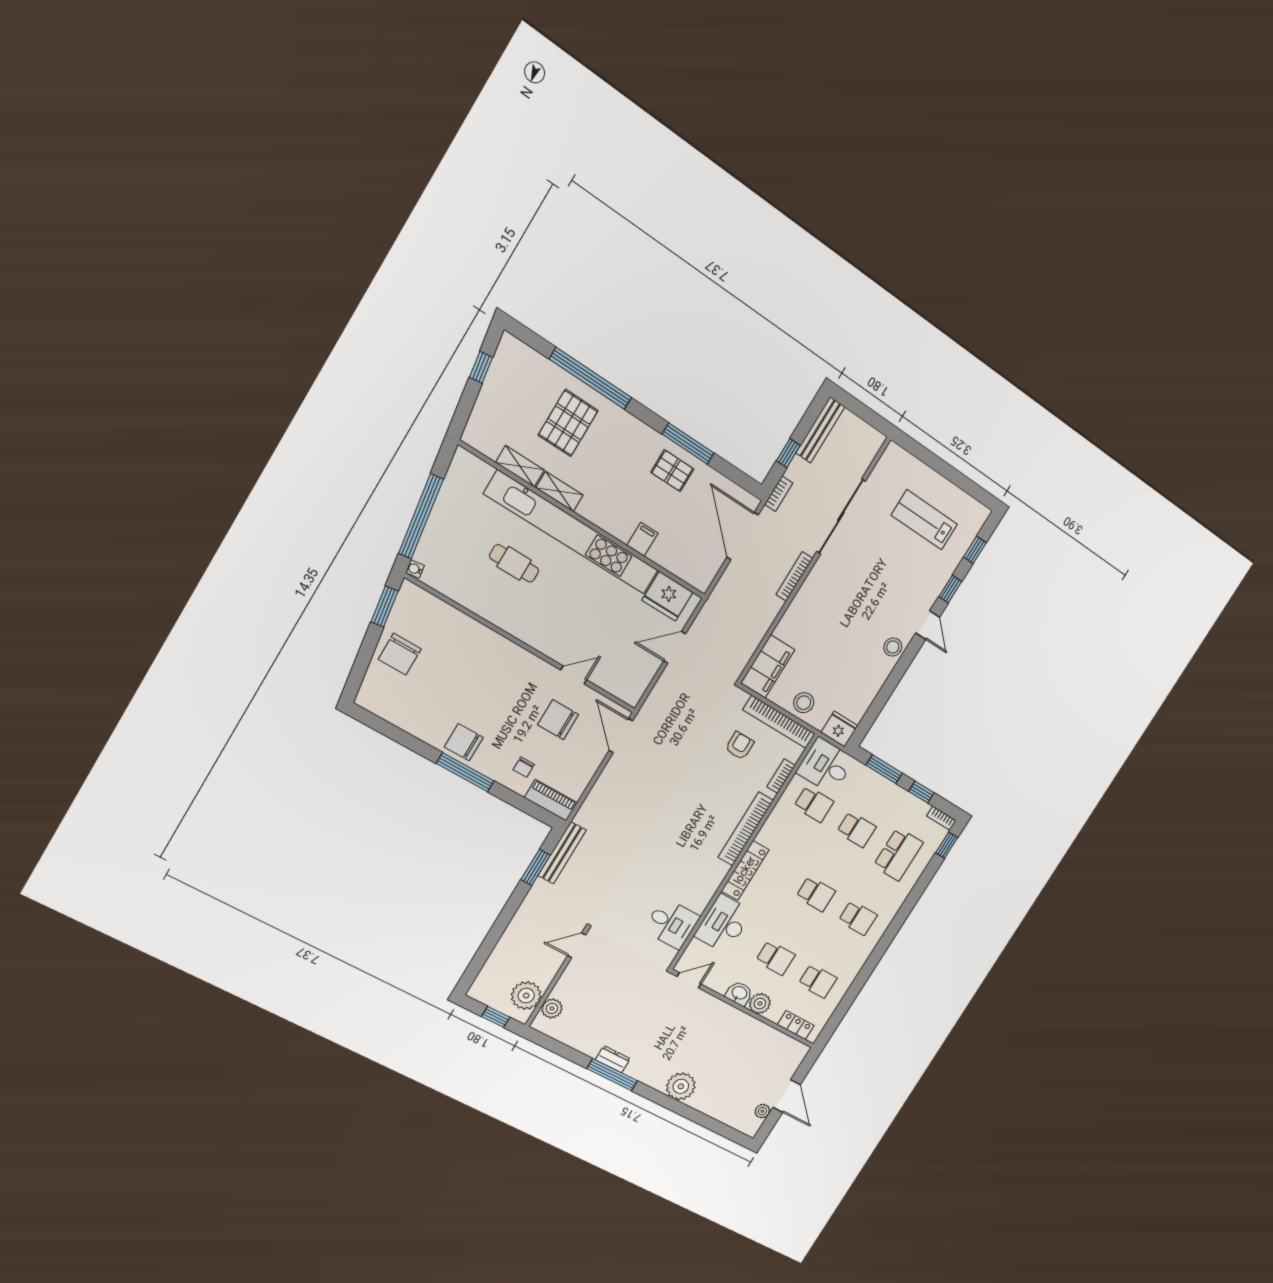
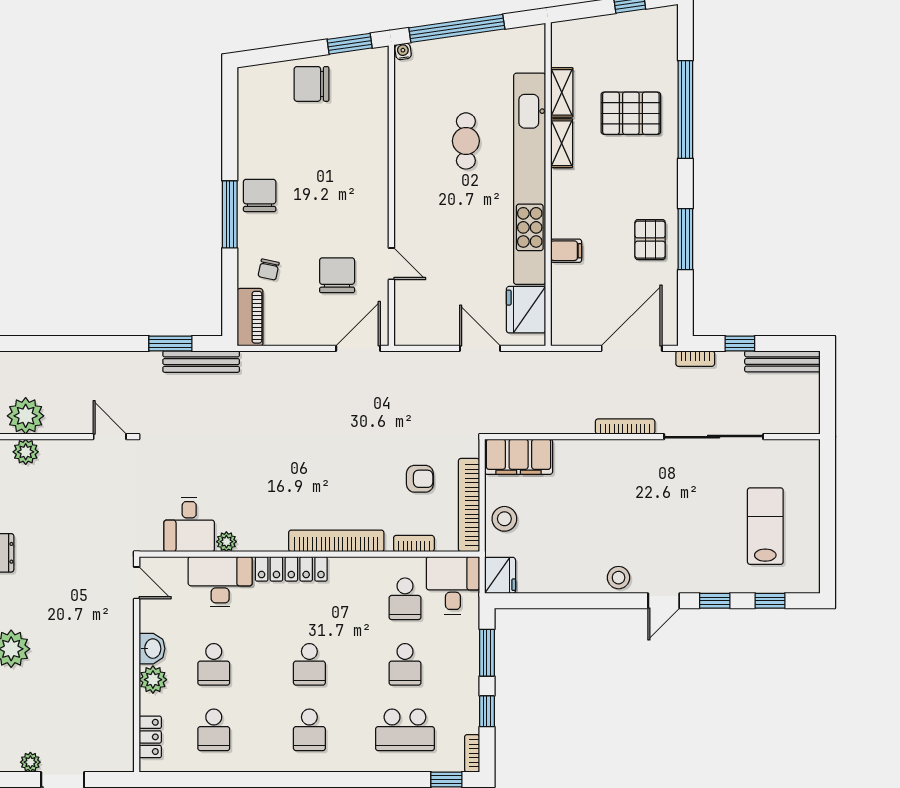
chair: (524, 767) -> (269, 270), turned -78
plant: (699, 904) -> (226, 542), added

